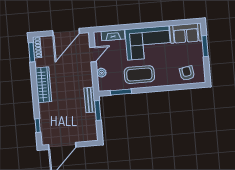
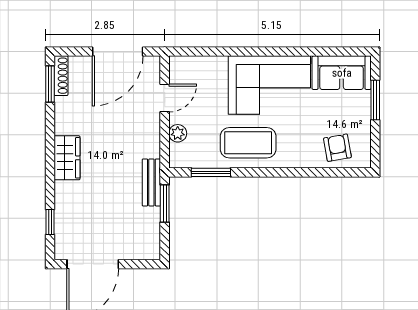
fireplace: (113, 35) -> (205, 65), removed
wardrobe: (43, 85) -> (67, 158), width x0.67

